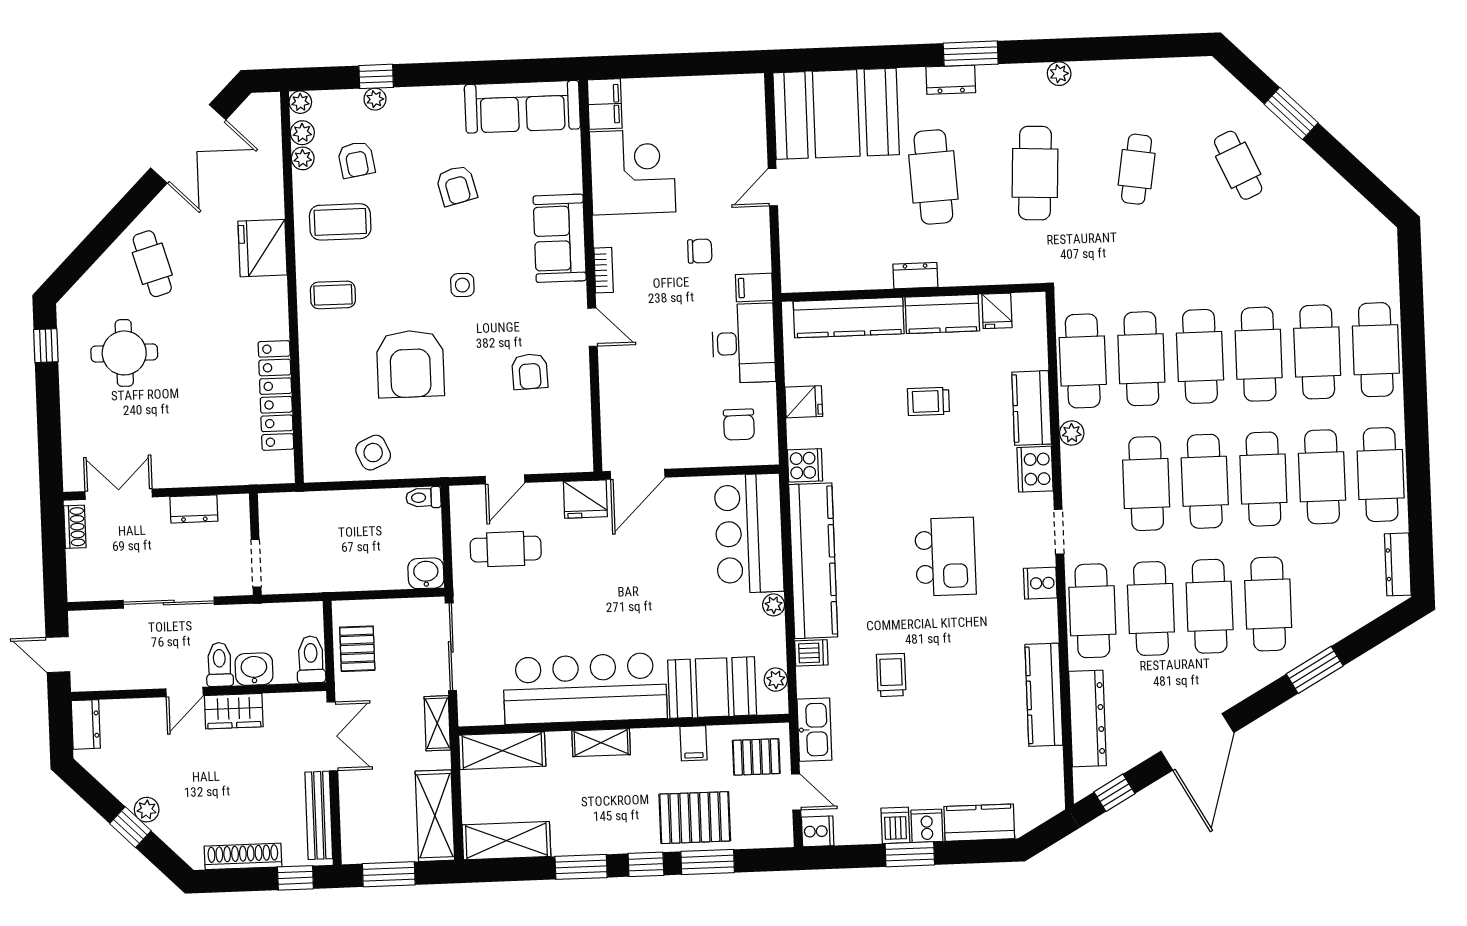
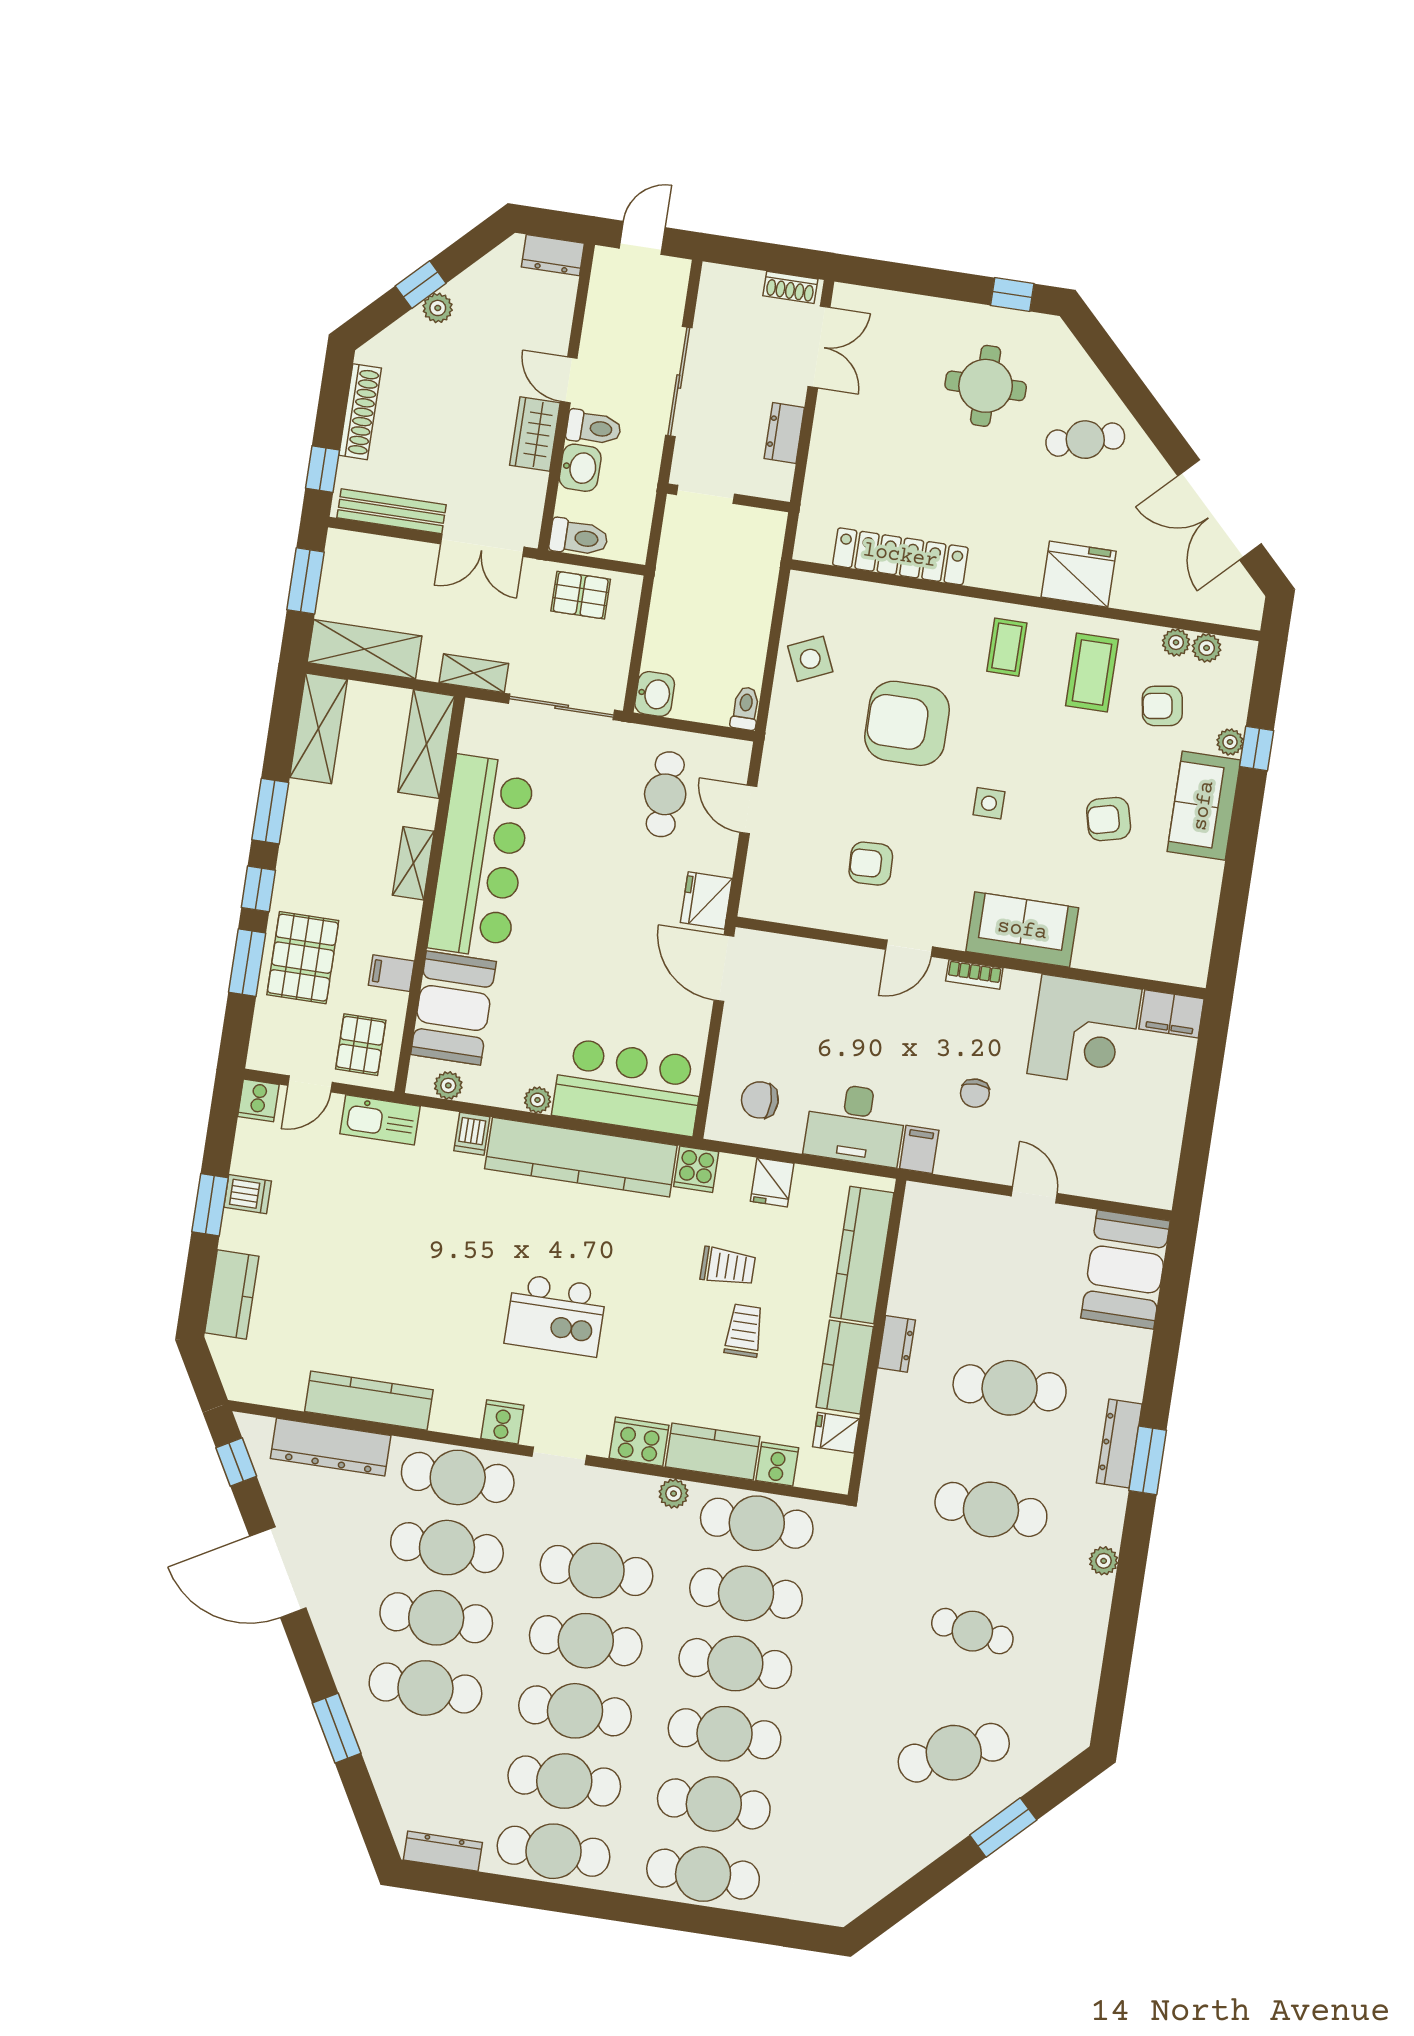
dresser: (951, 80) -> (1119, 1444), width x1.44
plant: (300, 102) -> (1243, 653), removed
sofa: (522, 107) -> (1204, 806), moved, width x0.73
booth: (836, 114) -> (1125, 1269), width x0.73, depth x0.70
cafe table: (1238, 165) -> (954, 1753), width x1.37, depth x1.35
trolley: (891, 675) -> (728, 1266), moved
cooker: (927, 826) -> (777, 1464), moved, turned -90

